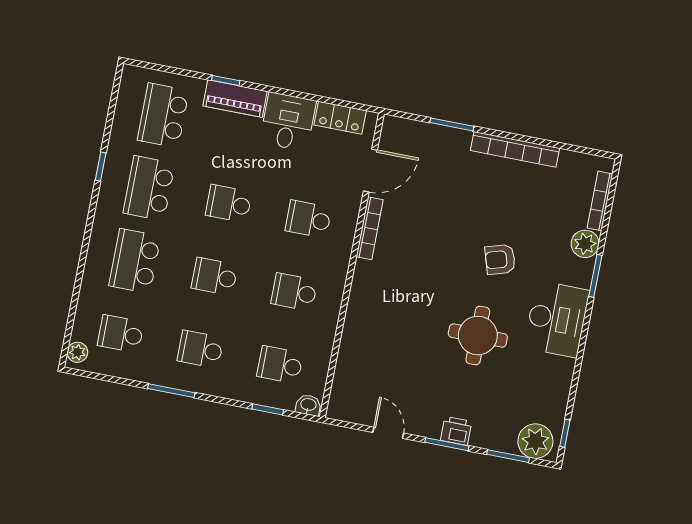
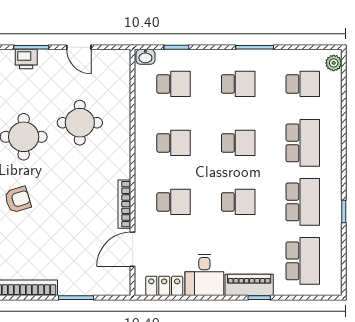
round table: (405, 339) -> (80, 123), added

